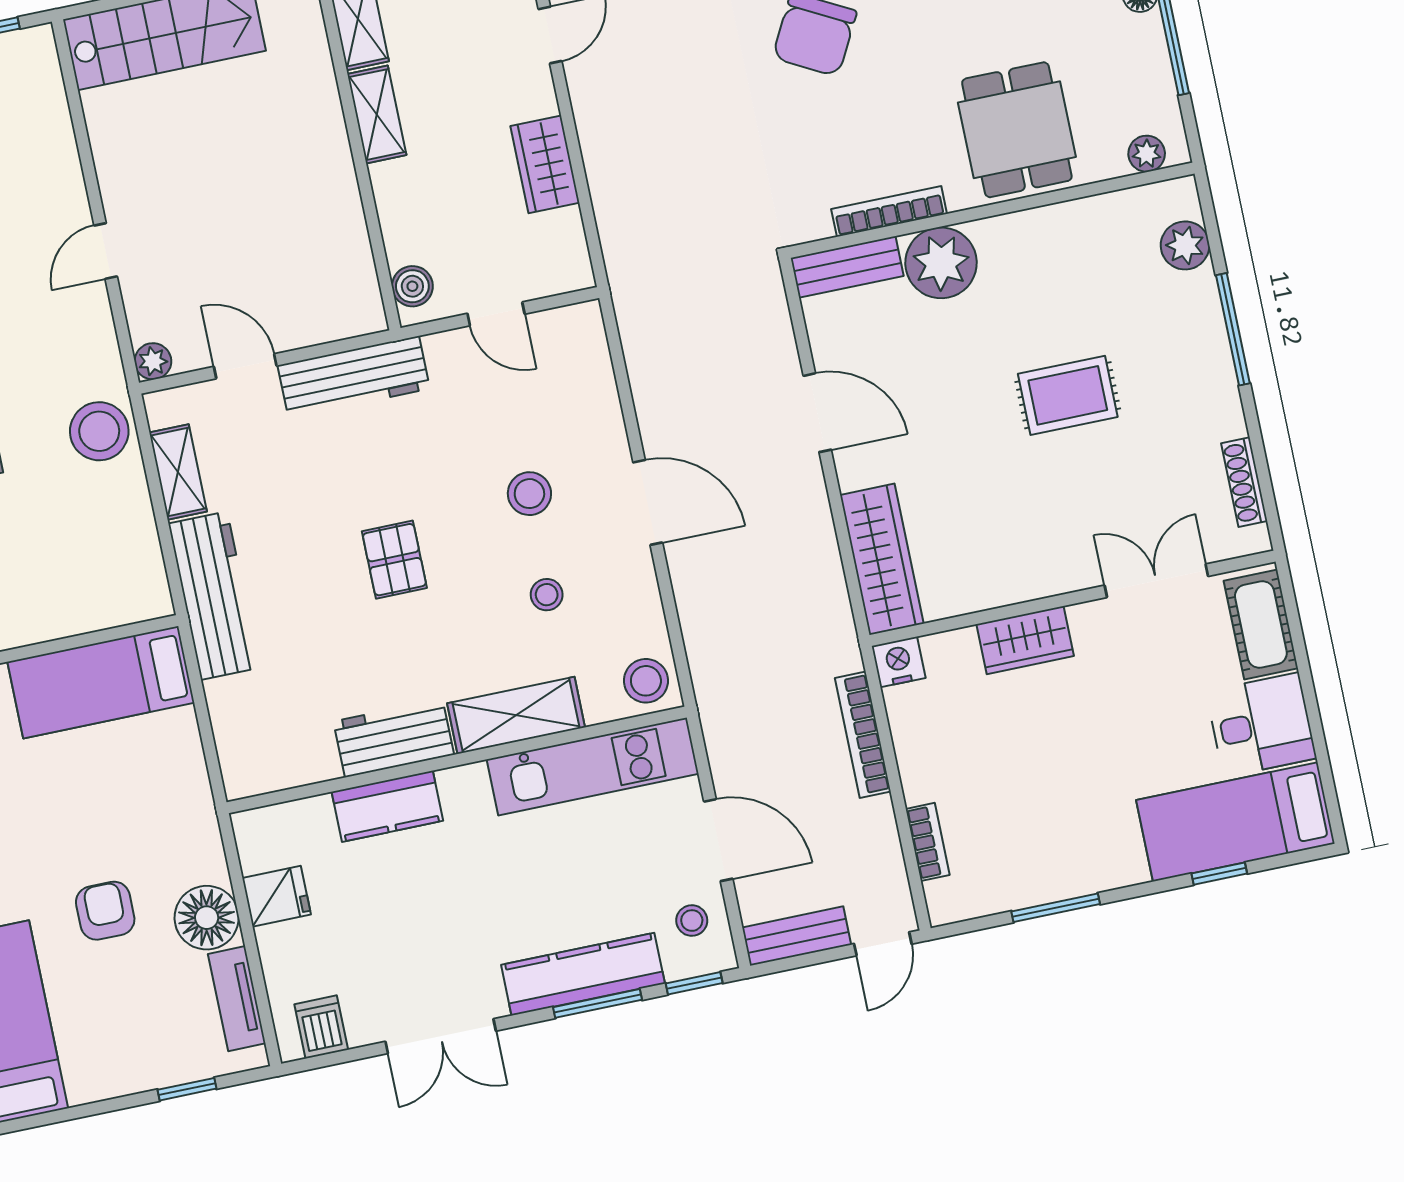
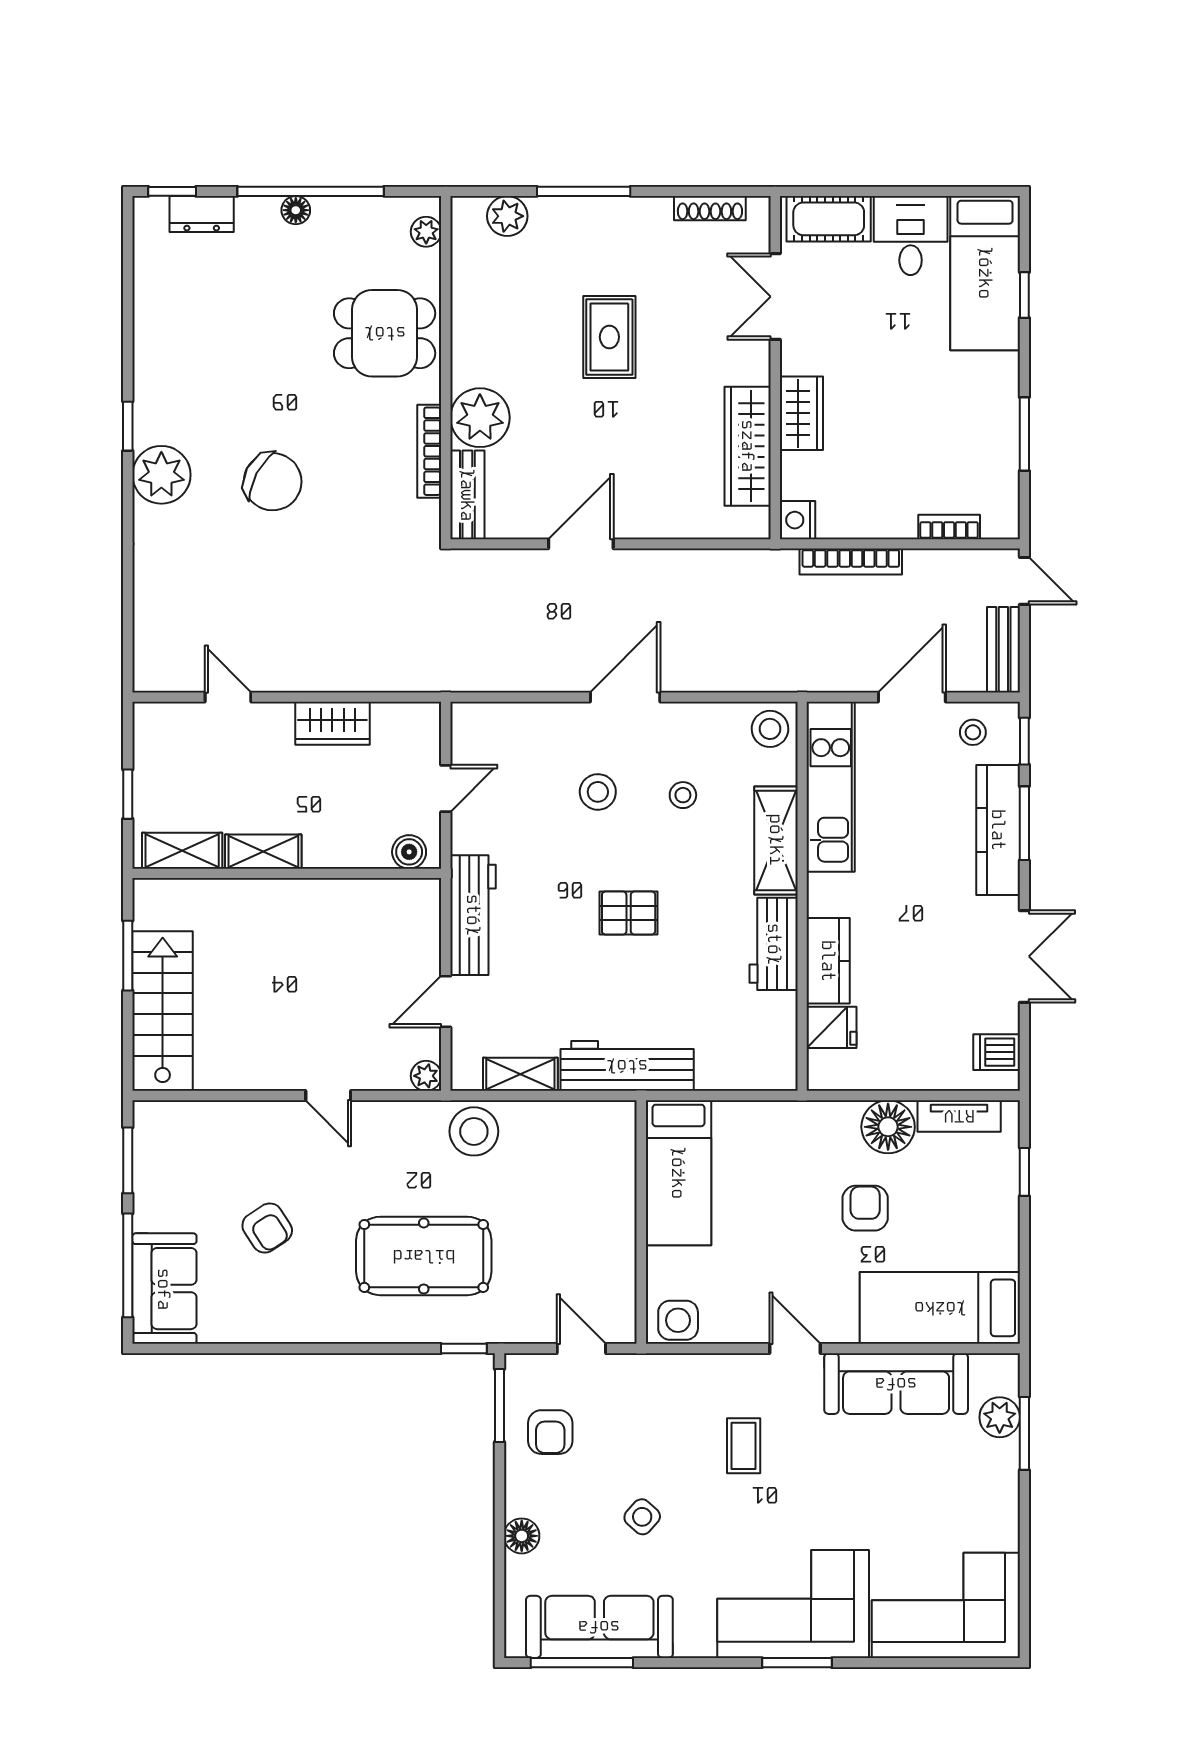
wardrobe: (882, 559) -> (748, 446), moved, turned -90
fridge: (277, 896) -> (832, 1027), moved, turned 90
armchair: (105, 911) -> (865, 1208), turned 90

